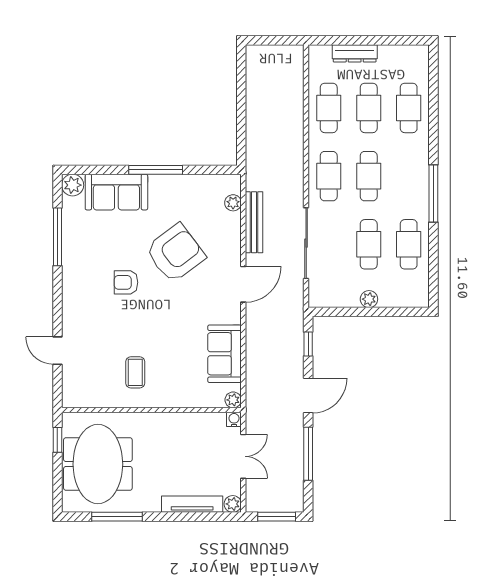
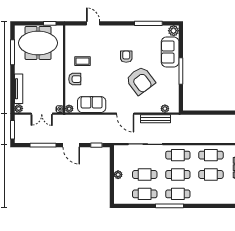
cafe table: (409, 108) -> (178, 194), moved
door: (57, 351) -> (93, 23), hinge flipped
armchair: (172, 388) -> (75, 79), added

